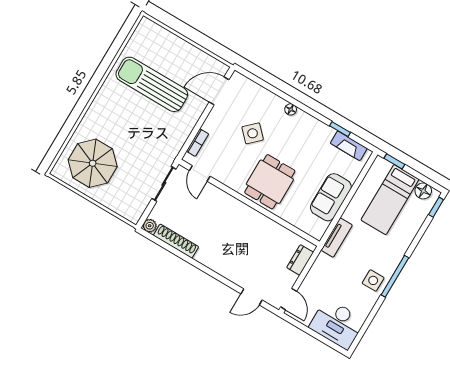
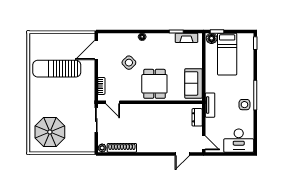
floor lamp: (423, 191) -> (212, 38), moved
sofa: (331, 197) -> (193, 83), moved
tv unit: (337, 238) -> (210, 105), moved

